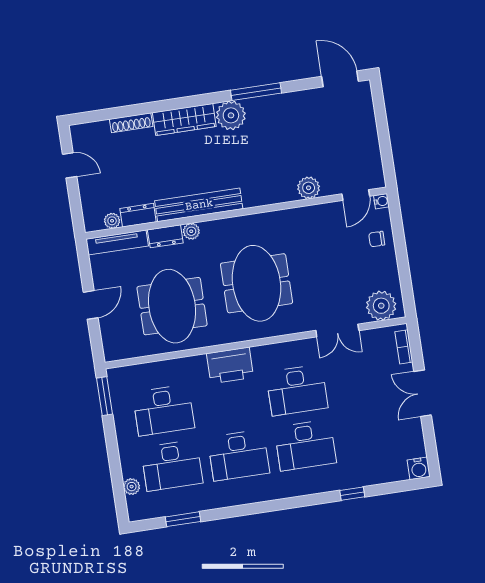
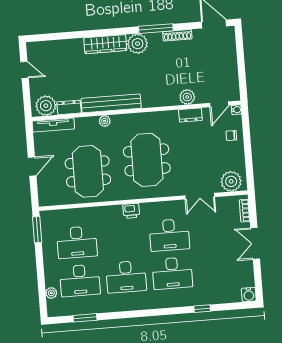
shoe rack: (131, 123) -> (177, 35), moved
plant: (112, 221) -> (46, 106), width x1.88, depth x1.88
dresser: (165, 236) -> (190, 115), moved
printer: (230, 365) -> (131, 211), width x0.53, depth x0.68

